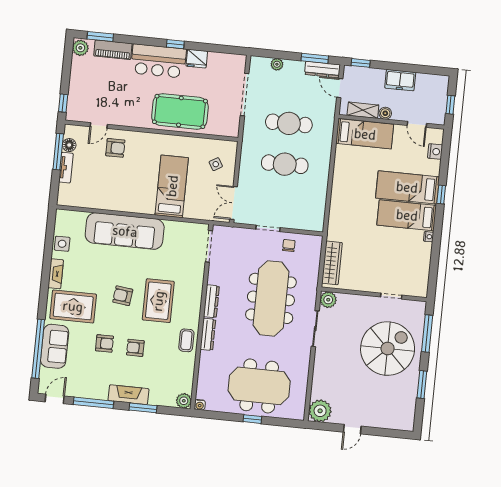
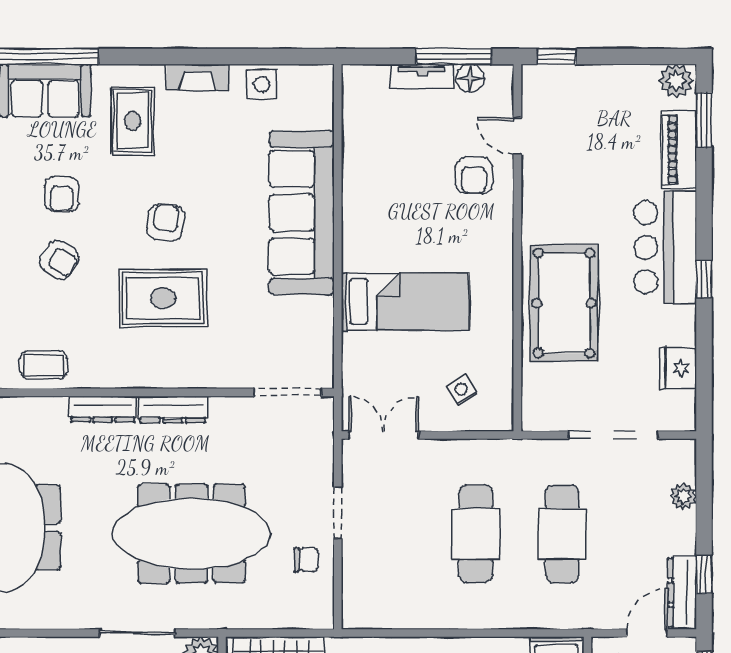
window: (315, 58) -> (704, 574), width x0.67
fridge: (197, 59) -> (678, 368), moved
rug: (73, 306) -> (133, 121), width x0.73, depth x0.70
coffee table: (186, 340) -> (43, 365), moved
armchair: (135, 348) -> (59, 260), turned 122

